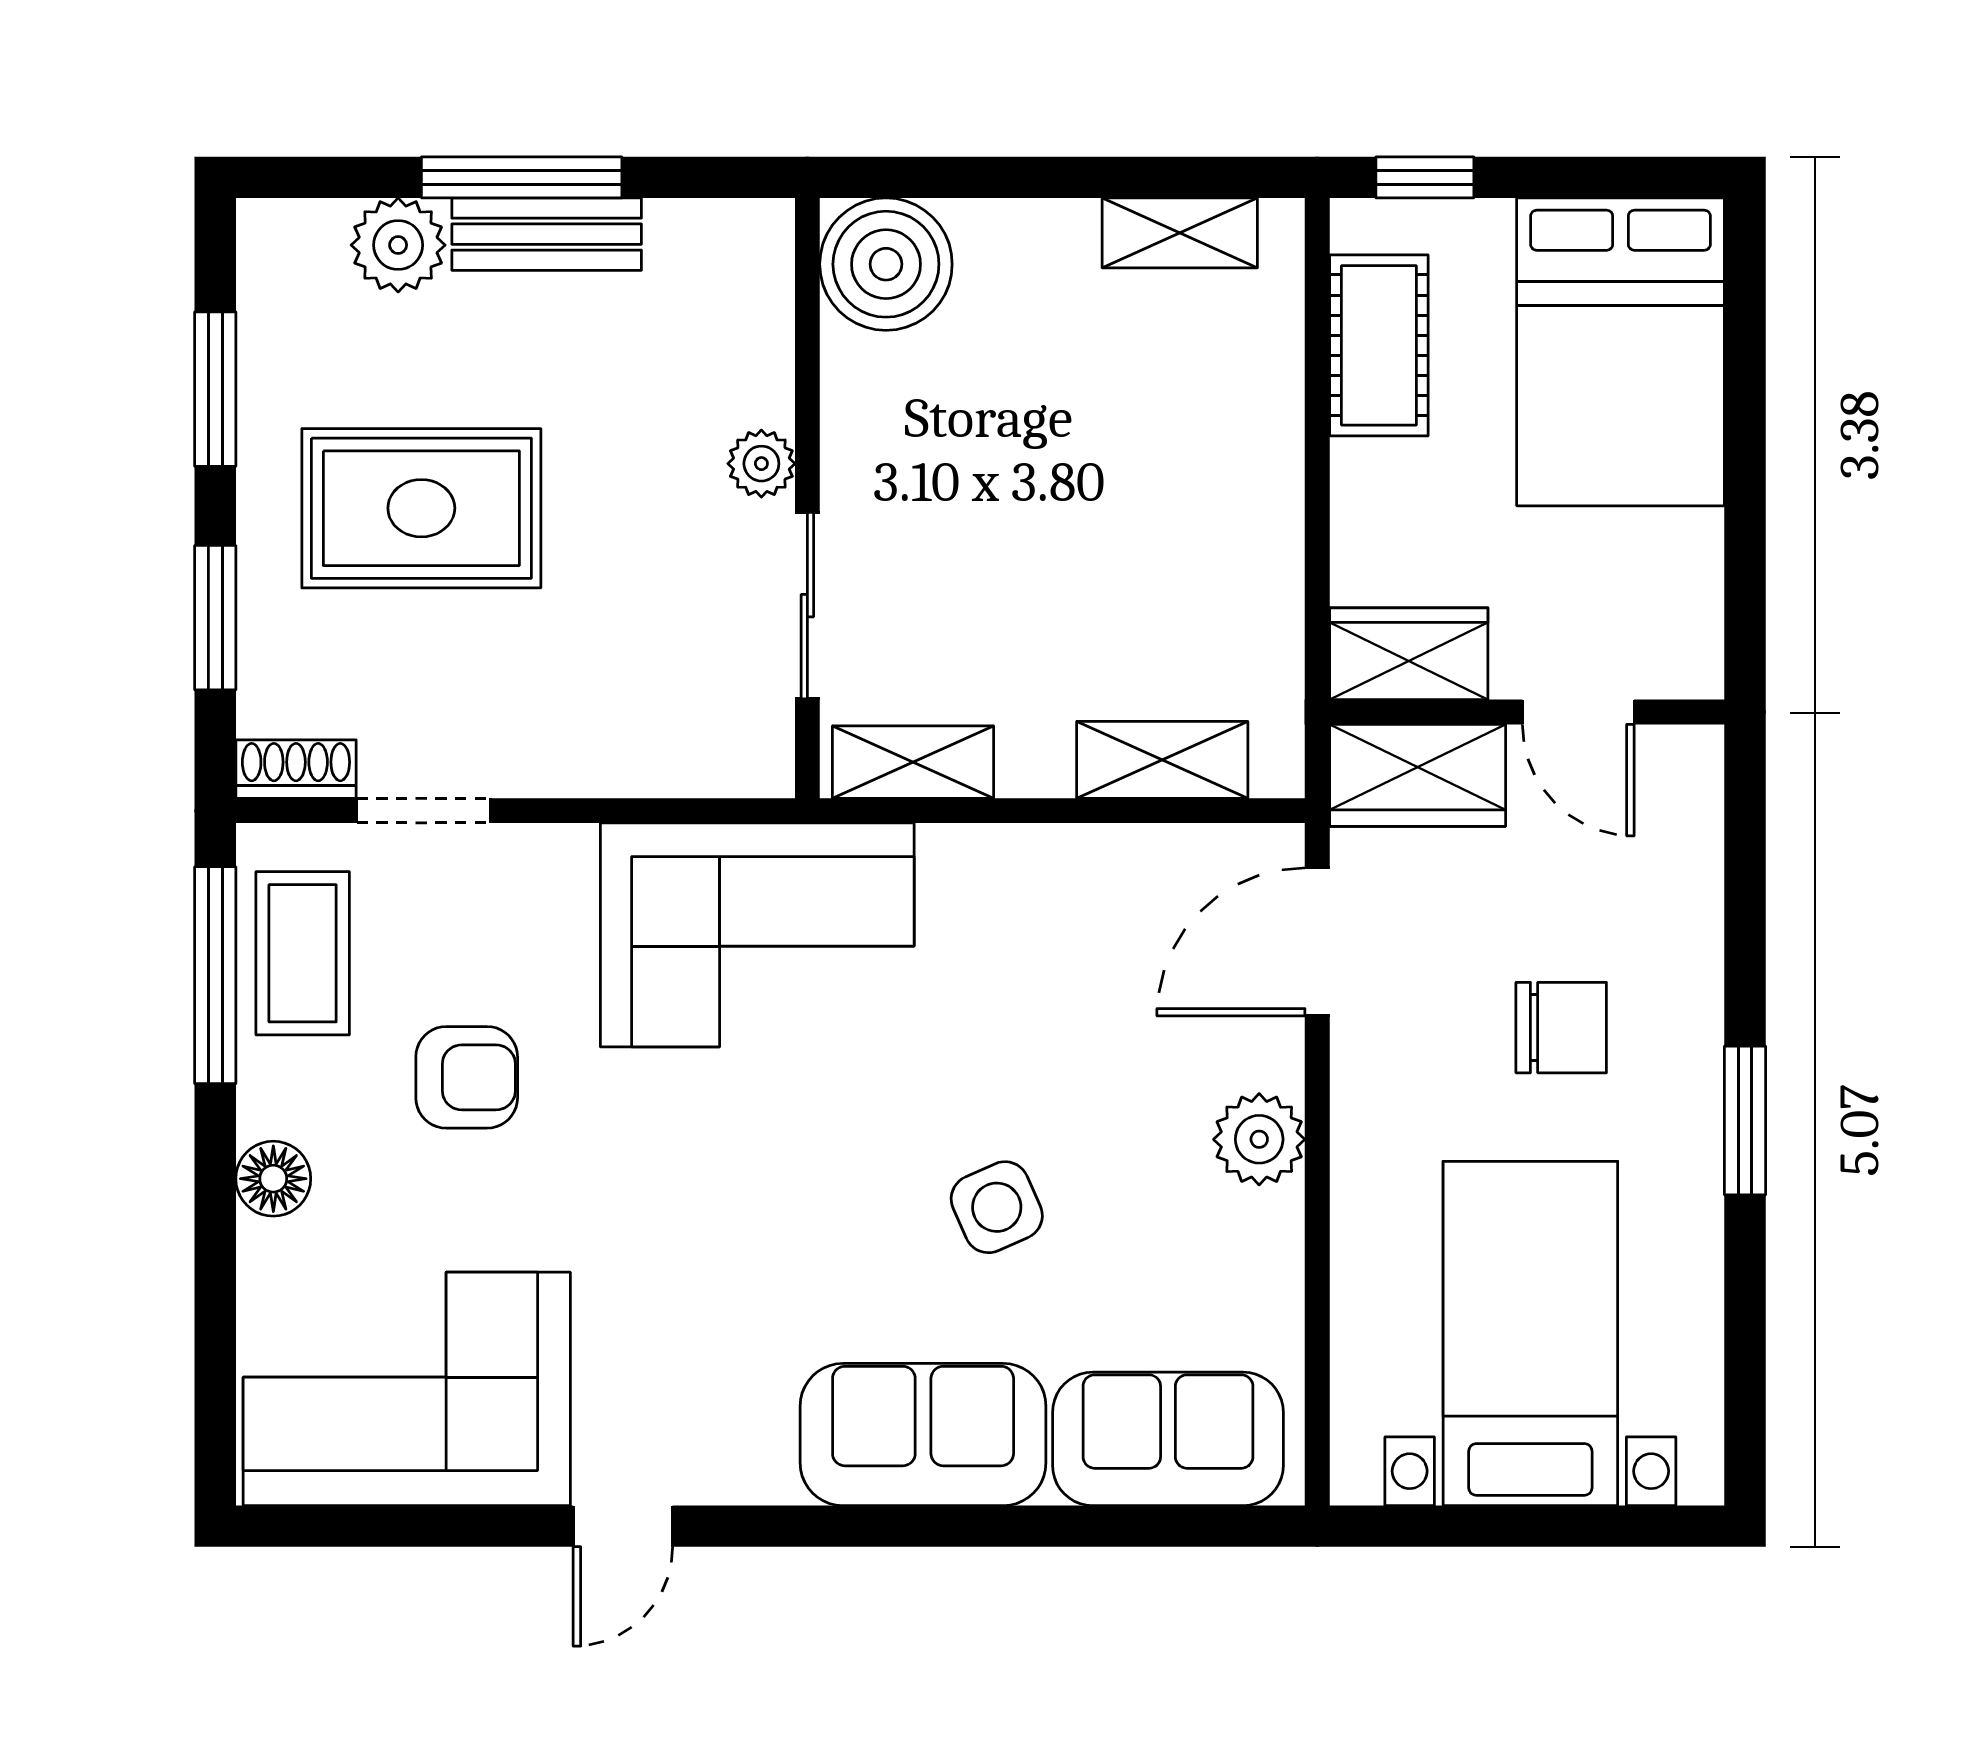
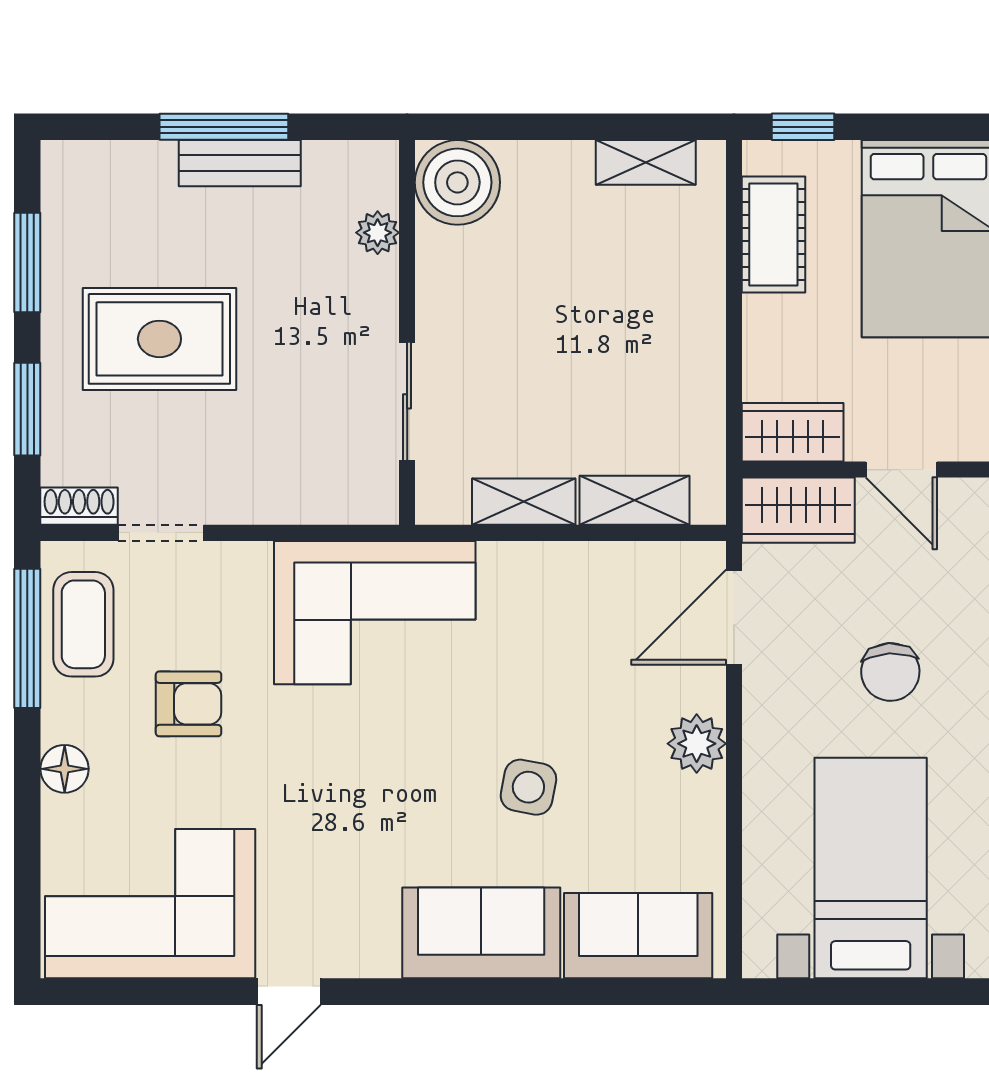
plant: (398, 245) -> (145, 170), removed
plant: (761, 464) -> (378, 233), moved
shelving: (913, 762) -> (524, 502), moved
chair: (1561, 1028) -> (890, 672), turned 87
side table: (997, 1207) -> (528, 787), turned 35

